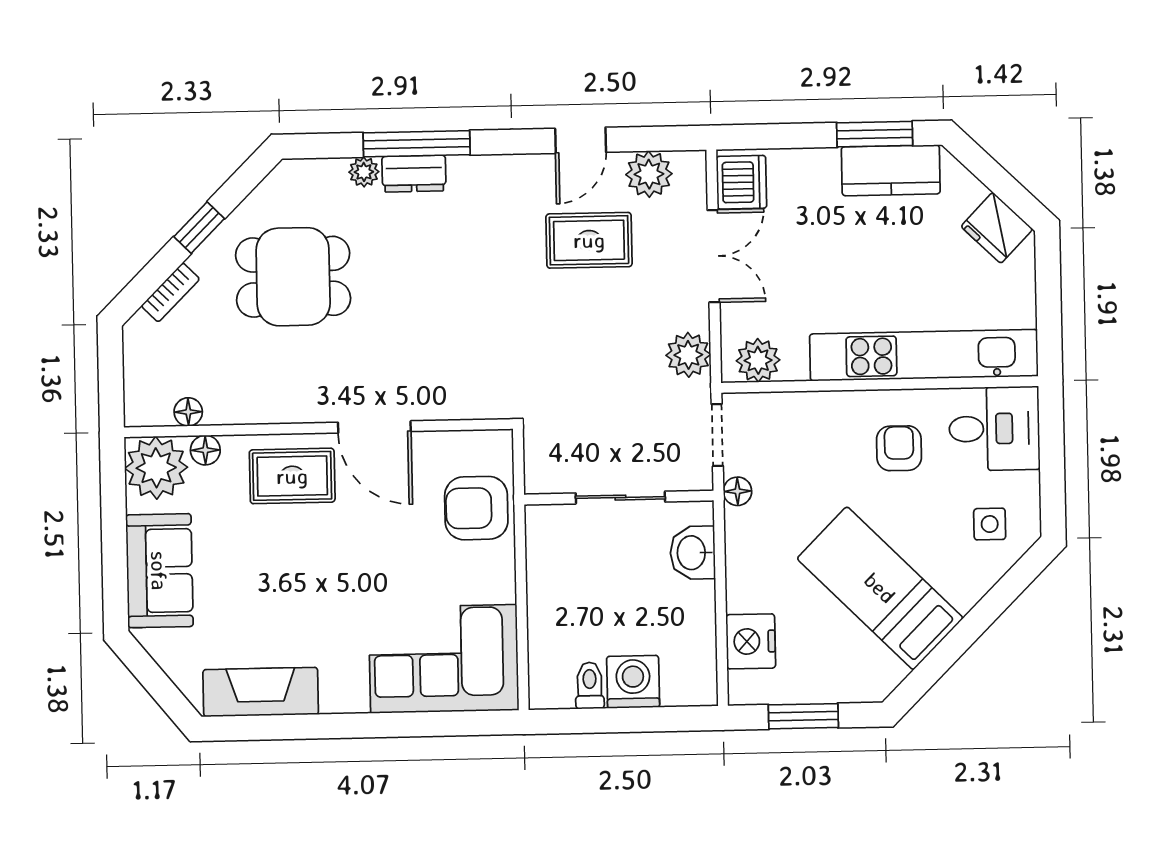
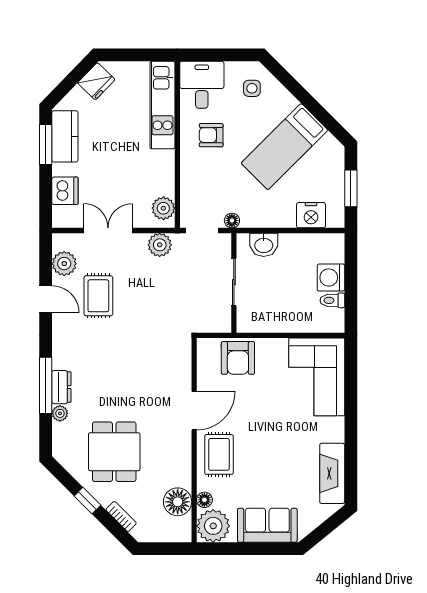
dishwasher: (741, 182) -> (65, 191), moved, turned 90
kitchen unit: (924, 355) -> (162, 105), width x0.73
floor lamp: (188, 412) -> (178, 502), width x1.89, depth x1.89

